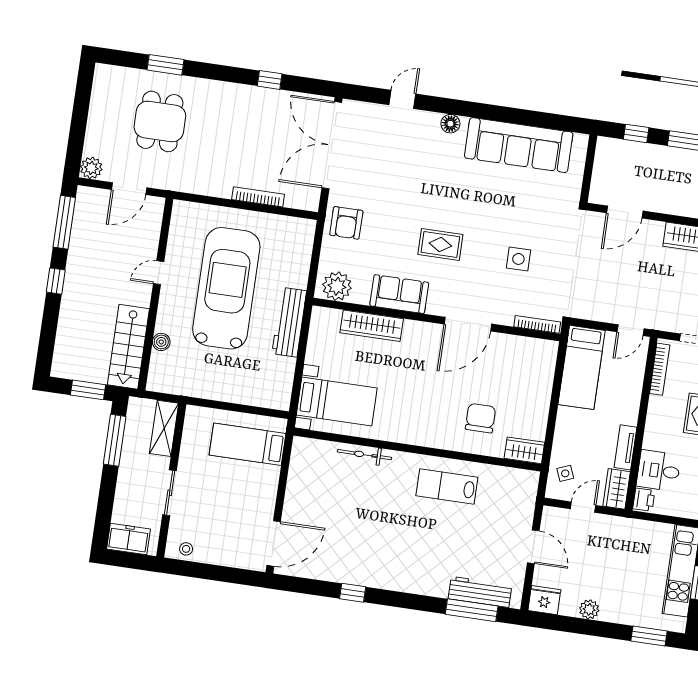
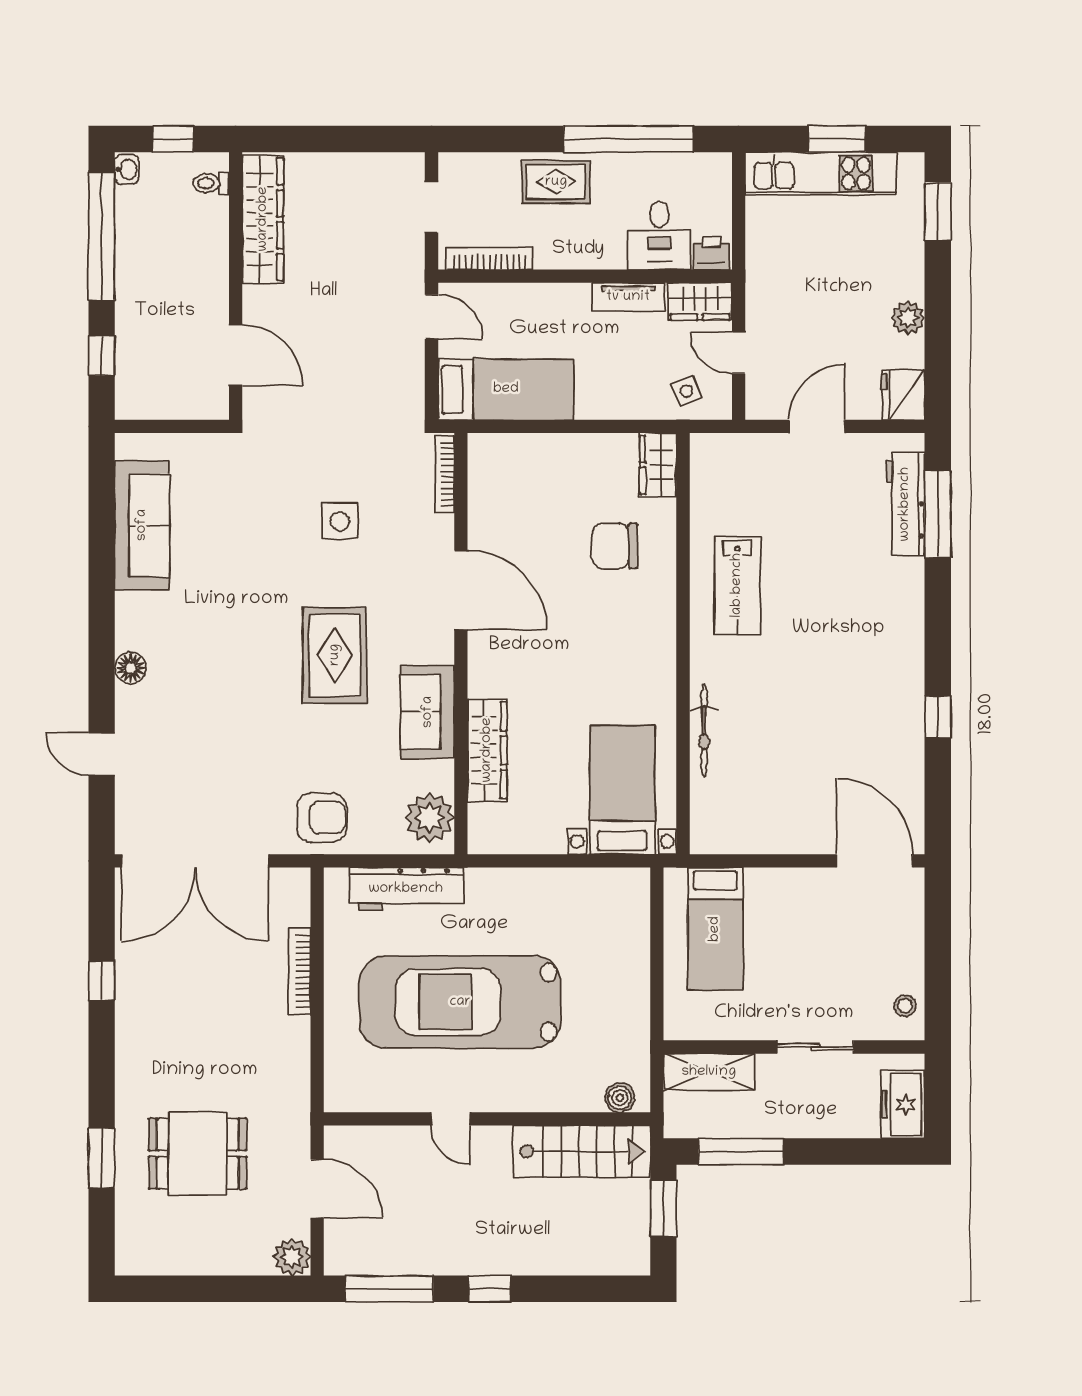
sofa: (519, 145) -> (142, 525), width x0.74, depth x0.79
rug: (440, 244) -> (335, 655), width x1.36, depth x1.43
workbench: (289, 322) -> (406, 889), moved
boiler: (161, 342) -> (620, 1098), moved

